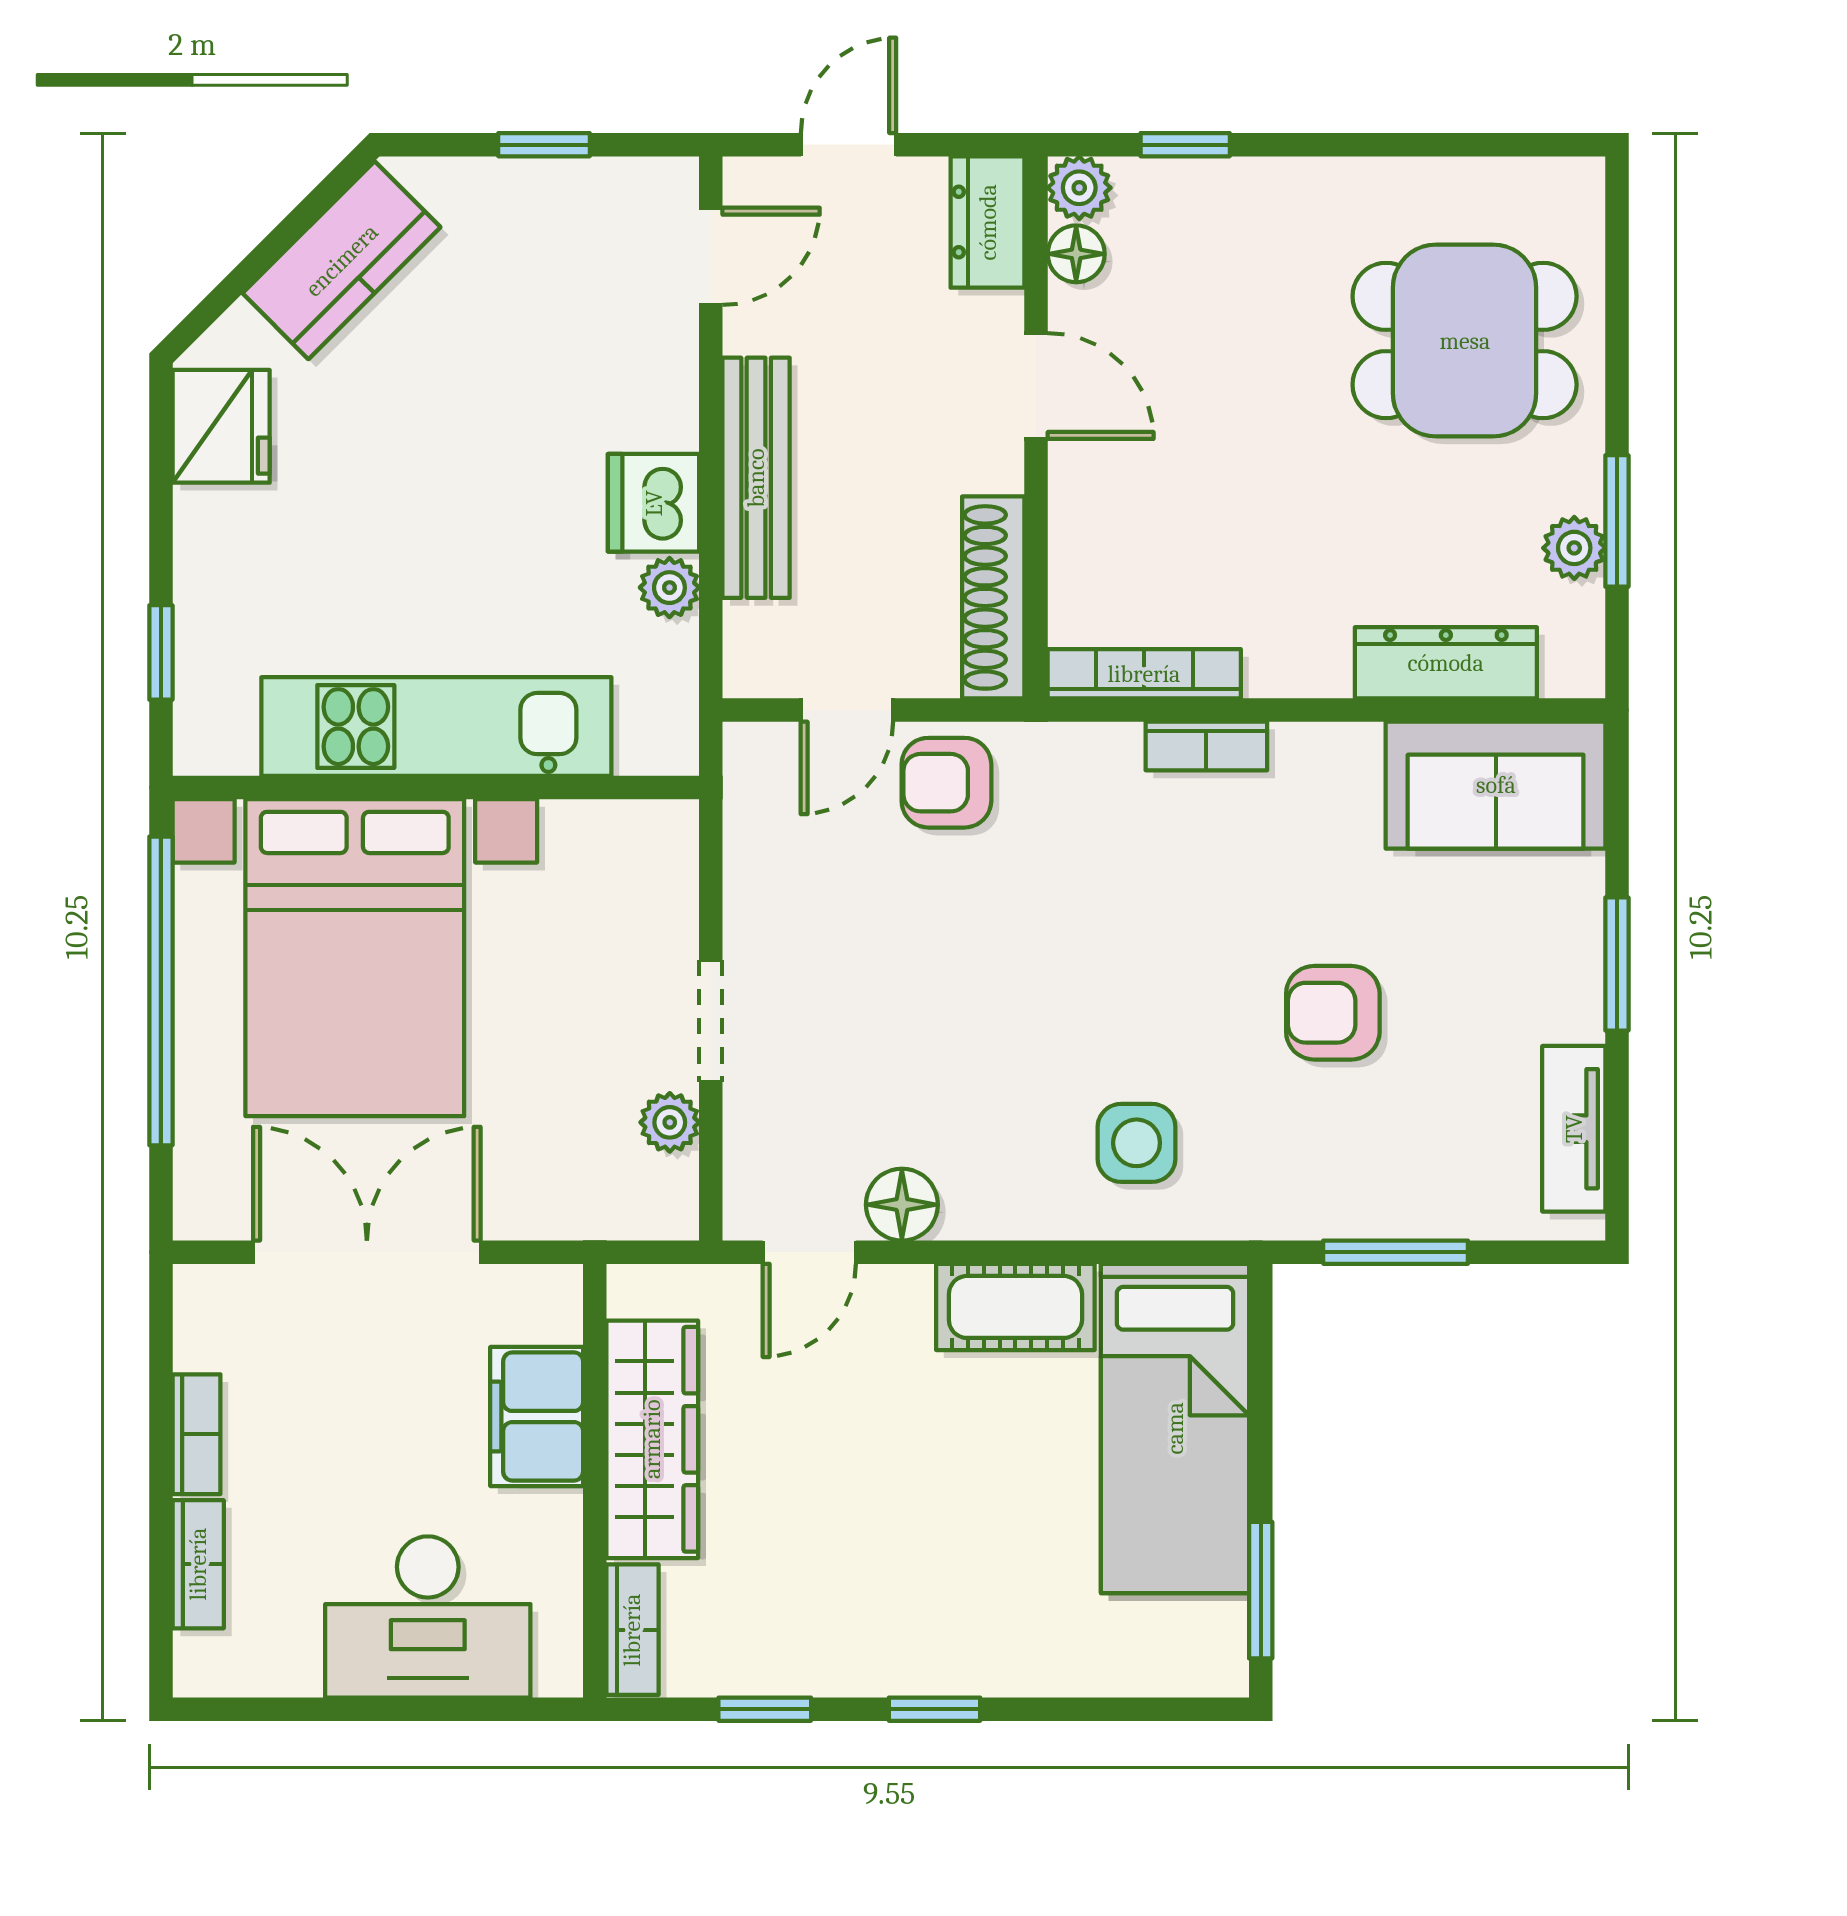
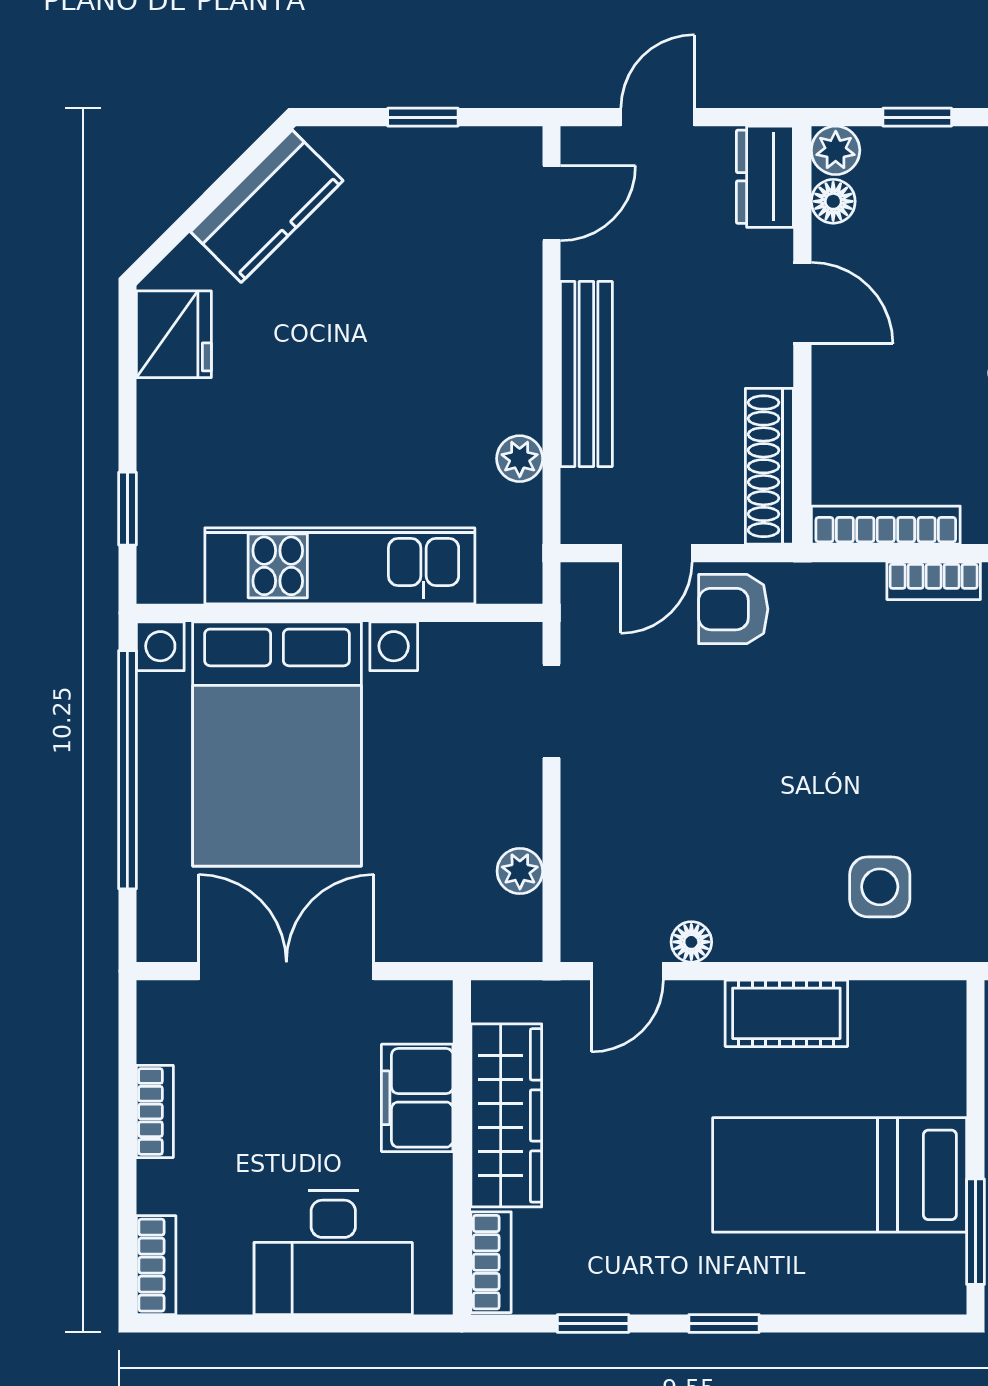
dishwasher: (654, 503) -> (507, 393), removed
doorway: (711, 1021) -> (551, 711), moved
floor lamp: (902, 1205) -> (691, 942), width x0.73, depth x0.73
bed: (1175, 1428) -> (840, 1175), moved, turned 90
bookcase: (198, 1564) -> (156, 1265), moved

